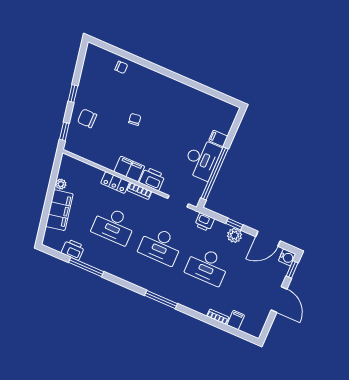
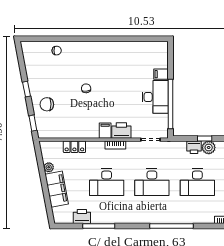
filing cabinet: (129, 169) -> (105, 131), width x0.50
locker: (115, 182) -> (74, 147), moved
printer: (205, 222) -> (194, 147), moved
window: (161, 300) -> (171, 226), width x1.46

